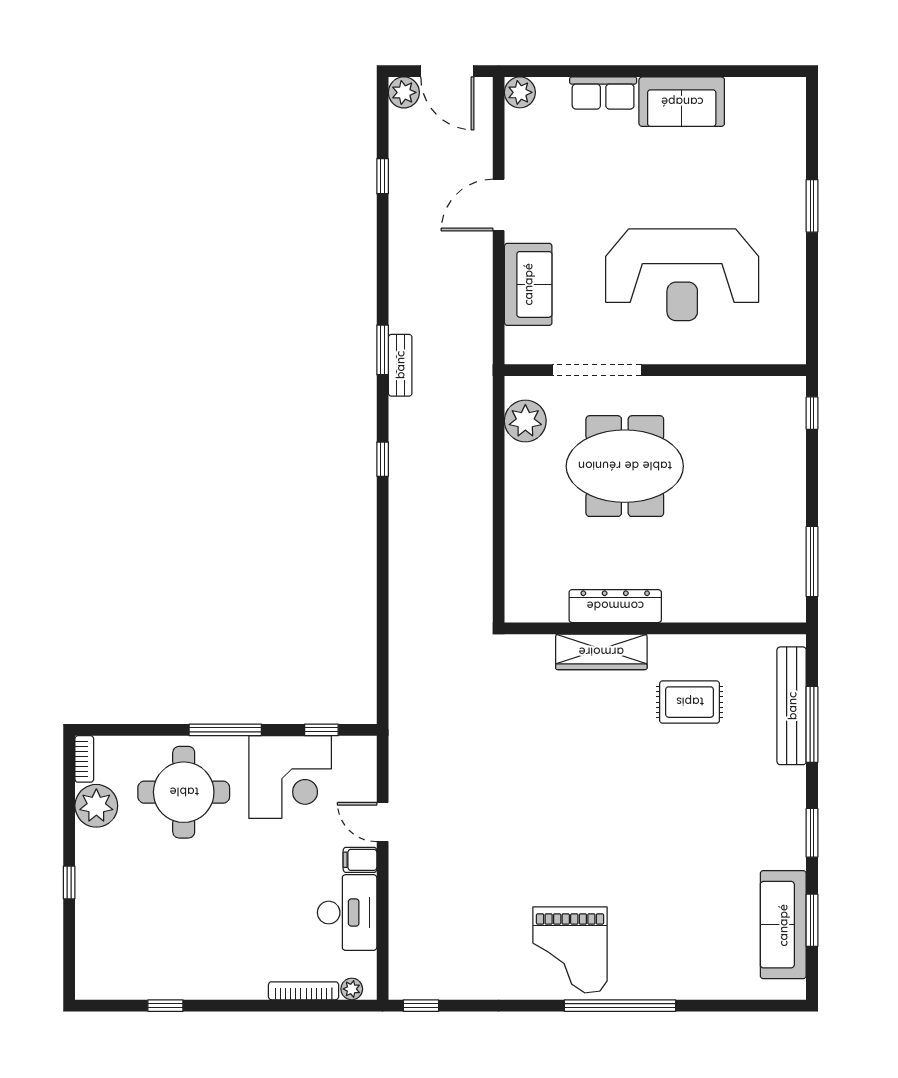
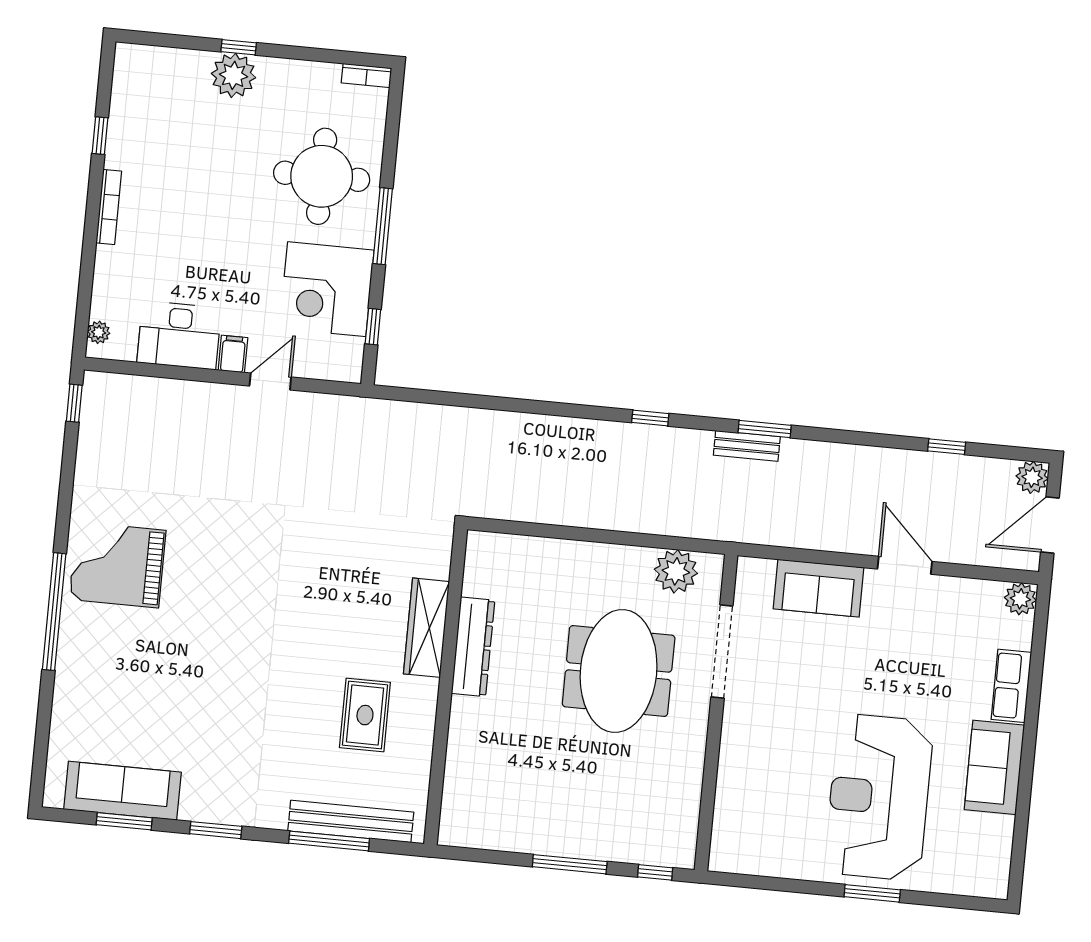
reception desk: (682, 275) -> (879, 797), moved
window: (812, 561) -> (570, 864), moved
plant: (96, 806) -> (234, 75), moved
bookcase: (304, 991) -> (109, 207), moved

